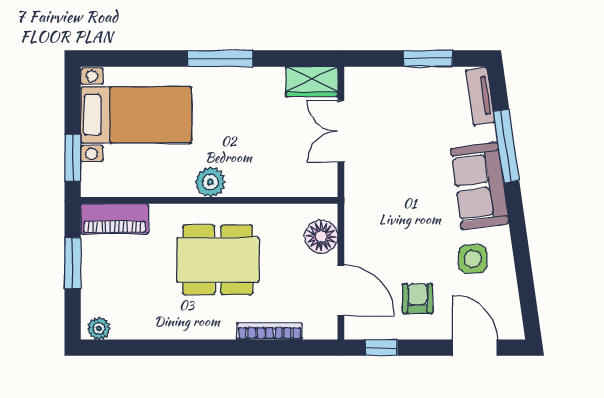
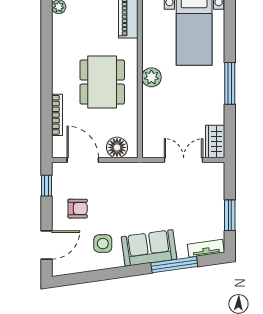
door: (341, 291) -> (83, 160), swing flipped

